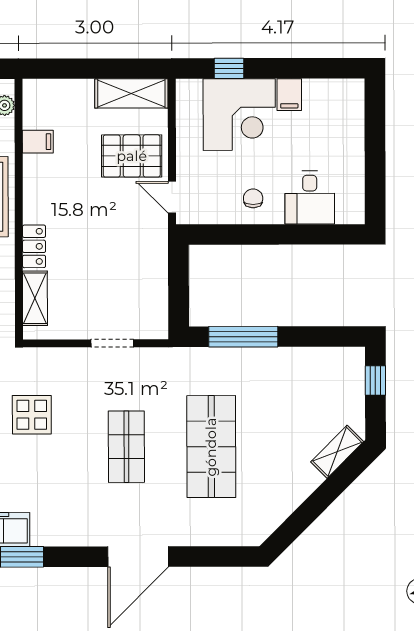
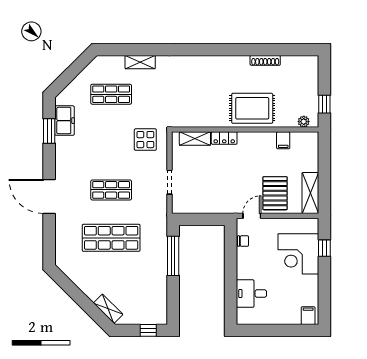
filing cabinet: (289, 95) -> (308, 316), moved, turned 90
chair: (253, 198) -> (243, 241), moved
display table: (32, 415) -> (145, 140), moved

